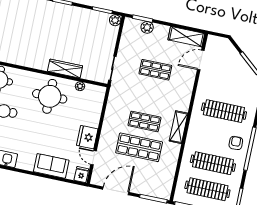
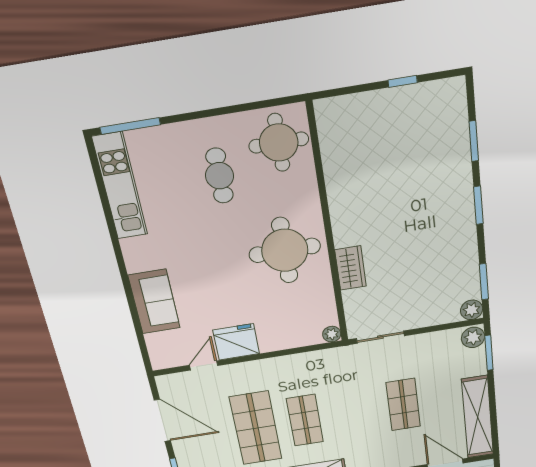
plant: (147, 27) -> (473, 337), moved
shelving: (186, 37) -> (478, 417), width x1.47
wardrobe: (65, 69) -> (351, 268), width x0.67
plant: (80, 86) -> (332, 334), moved
fridge: (81, 175) -> (163, 357), removed

